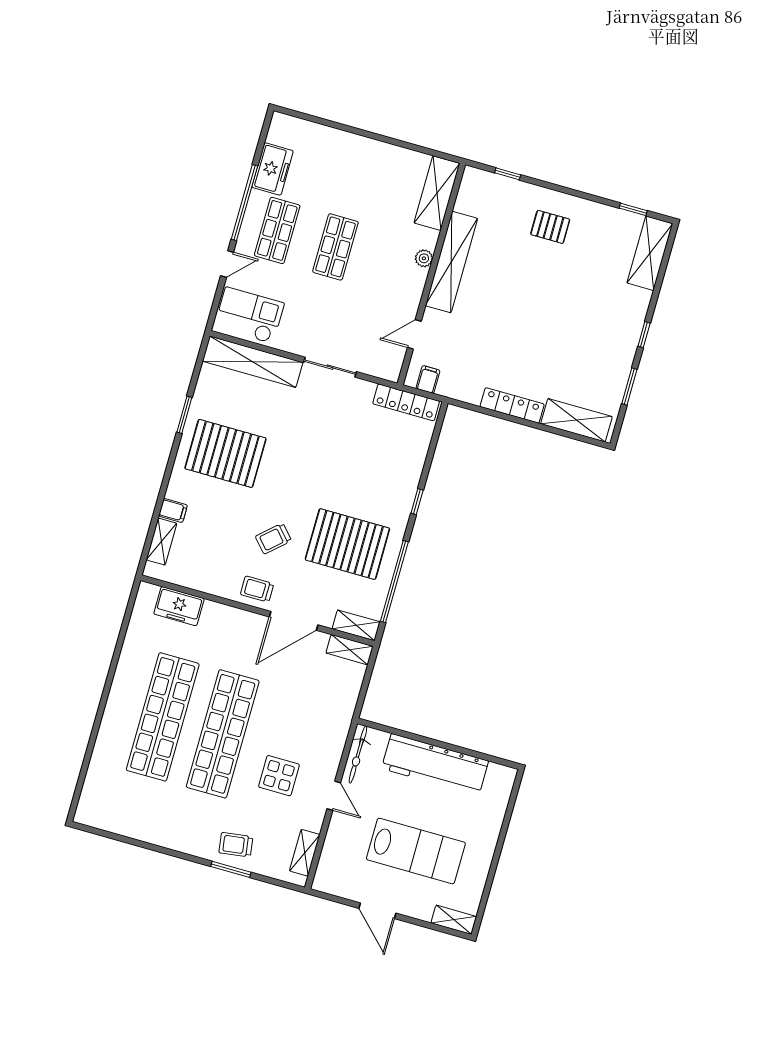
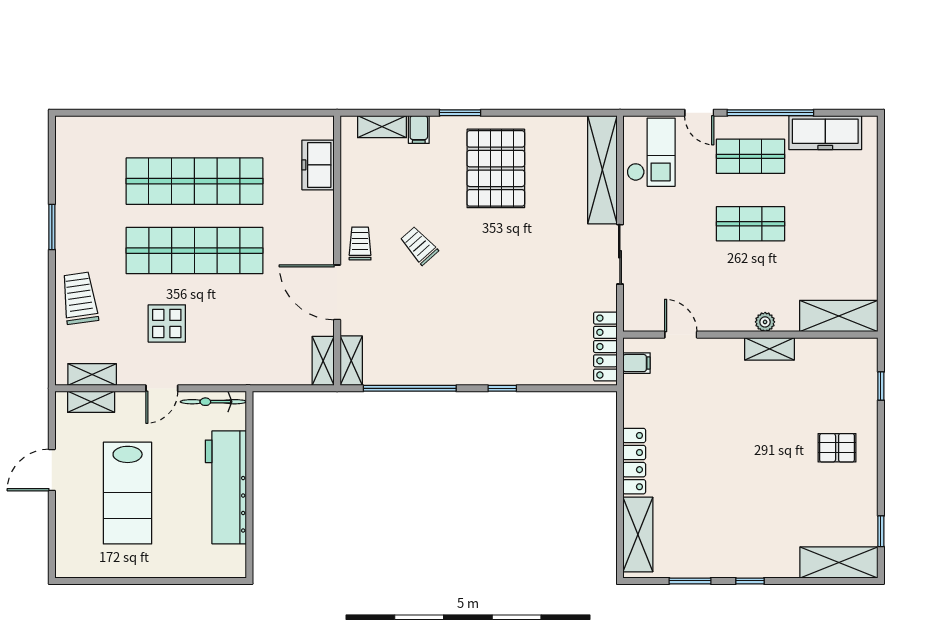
freezer: (272, 169) -> (825, 133), width x1.40
pallet: (550, 227) -> (837, 448), turned 90
shelving: (451, 262) -> (769, 349), width x0.45, depth x0.75
window: (184, 415) -> (460, 113), moved
pallet: (347, 544) -> (436, 327), removed
trolley: (236, 845) -> (80, 298), width x1.36, depth x1.39
window: (231, 869) -> (52, 227), moved
shelving: (454, 920) -> (91, 402), moved, turned 90

